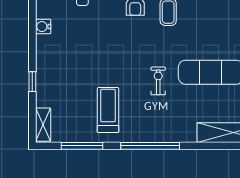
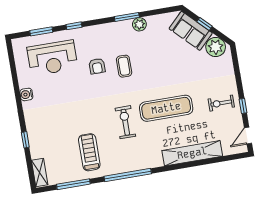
exercise bike: (158, 81) -> (125, 122), width x1.38, depth x1.39

